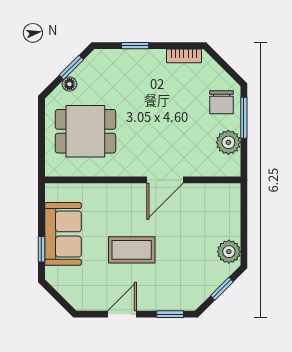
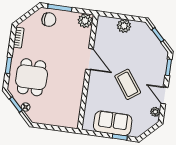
dining table: (85, 131) -> (32, 77), moved
plant: (228, 142) -> (85, 21), moved
coffee table: (132, 250) -> (128, 84), turned -36
plant: (229, 252) -> (124, 26), moved
plant: (92, 303) -> (155, 112), added

